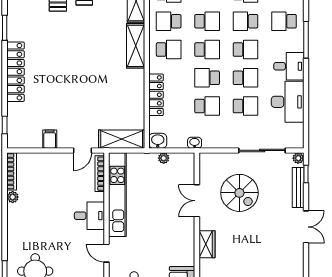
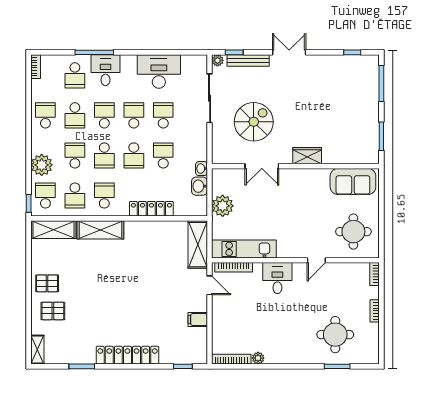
school desk: (207, 50) -> (104, 155), turned 180
desk: (289, 66) -> (105, 70), moved
washbasin: (158, 141) -> (199, 186), moved
plant: (164, 158) -> (223, 206), width x1.88, depth x1.88
kitchen unit: (117, 195) -> (244, 249), width x0.73

